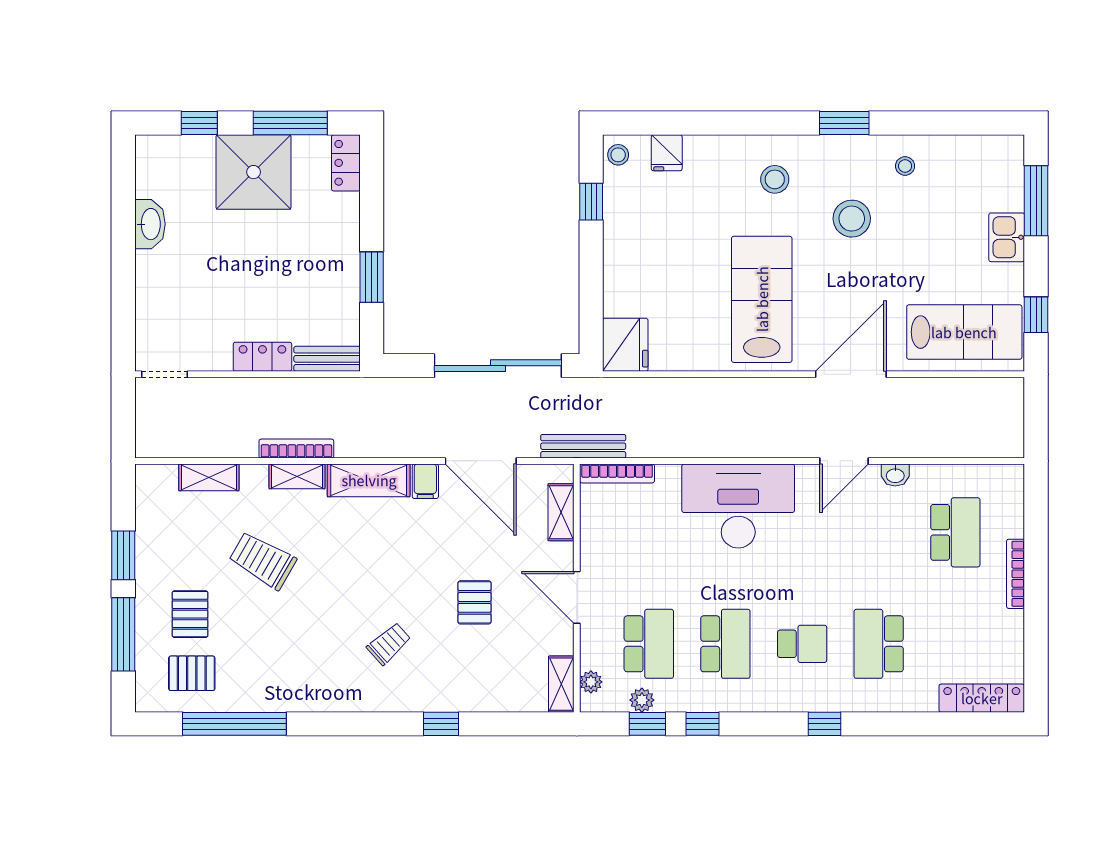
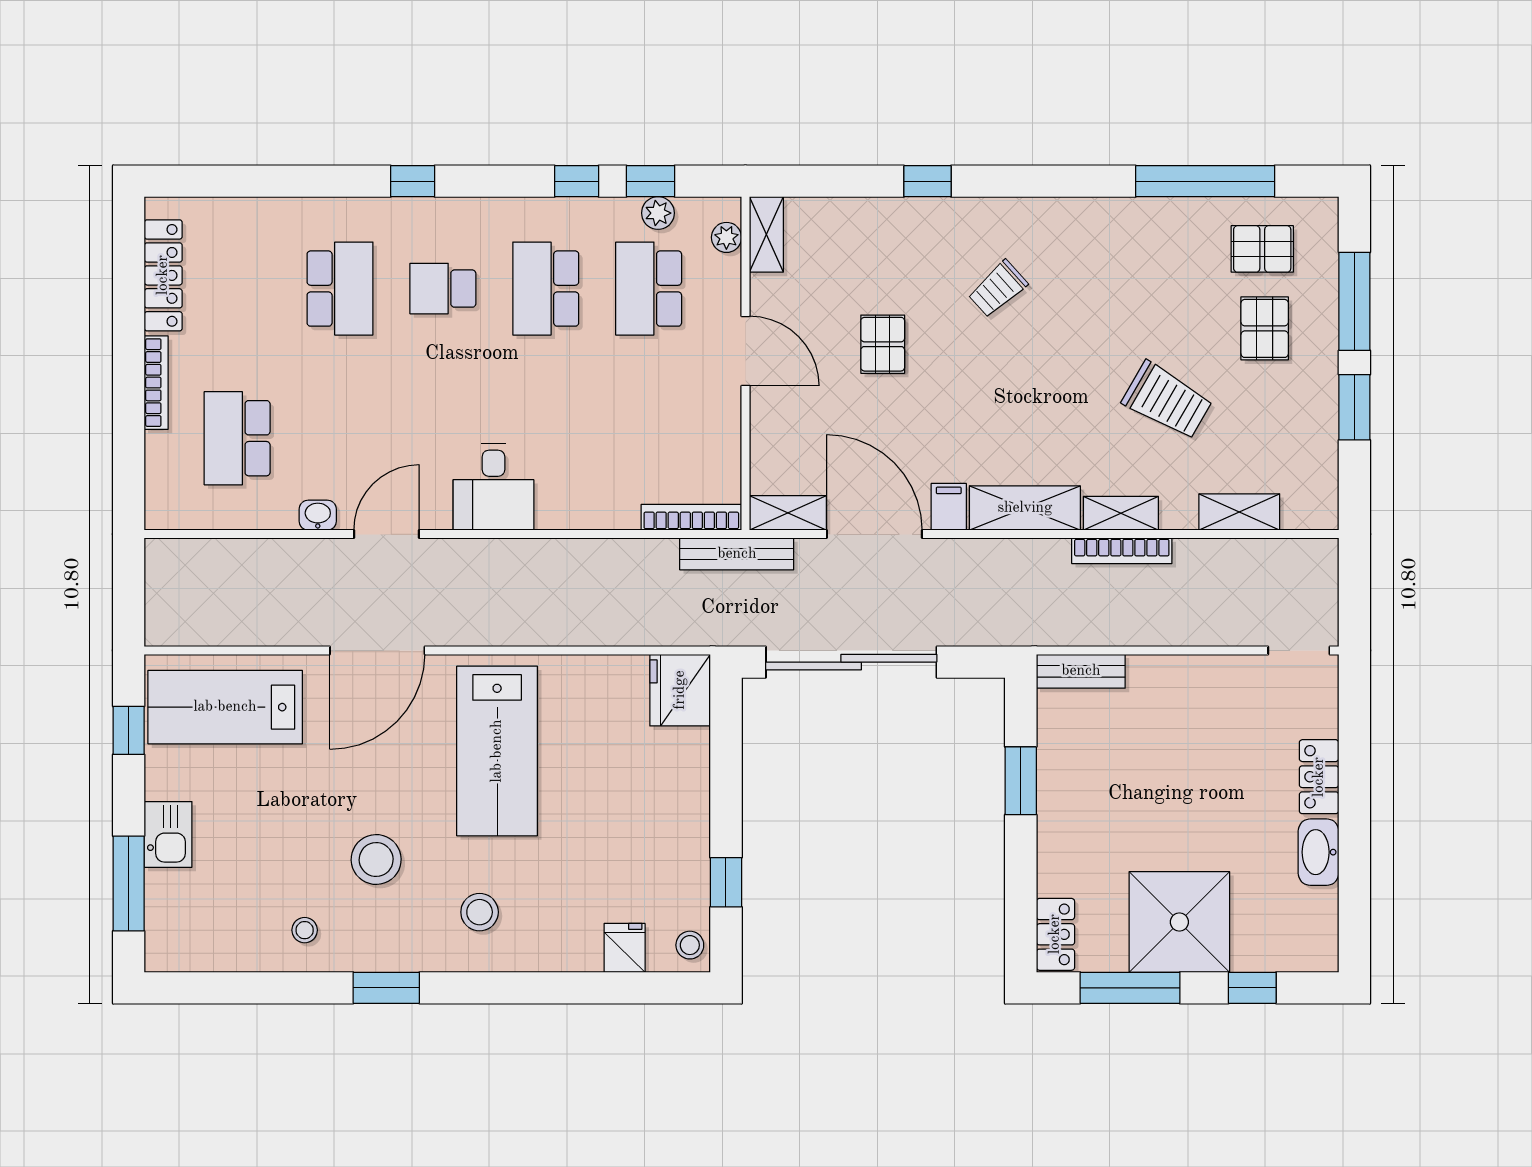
locker: (262, 357) -> (1319, 777), moved, turned 90
desk: (738, 506) -> (493, 487), width x0.53, depth x0.77
shelving: (561, 512) -> (788, 513), moved, turned 90
locker: (982, 698) -> (163, 275), moved, turned -90

